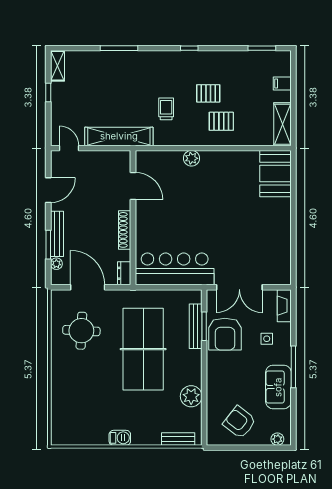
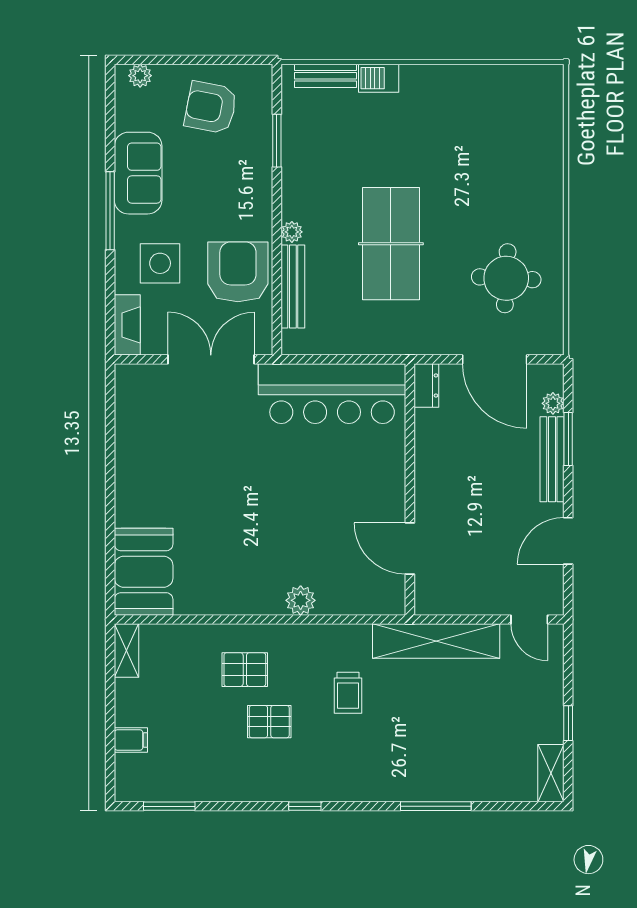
shelving: (283, 124) -> (126, 651), width x0.67, depth x0.75
shoe rack: (125, 230) -> (425, 466), removed
window: (204, 326) -> (277, 141), moved
side table: (267, 339) -> (160, 263), width x1.87, depth x1.87
table tennis table: (143, 349) -> (391, 244), width x0.73, depth x0.76
plant: (191, 396) -> (292, 232), moved, width x0.53, depth x0.53
armchair: (240, 422) -> (211, 107), turned 153
barbecue: (120, 438) -> (379, 78), moved

